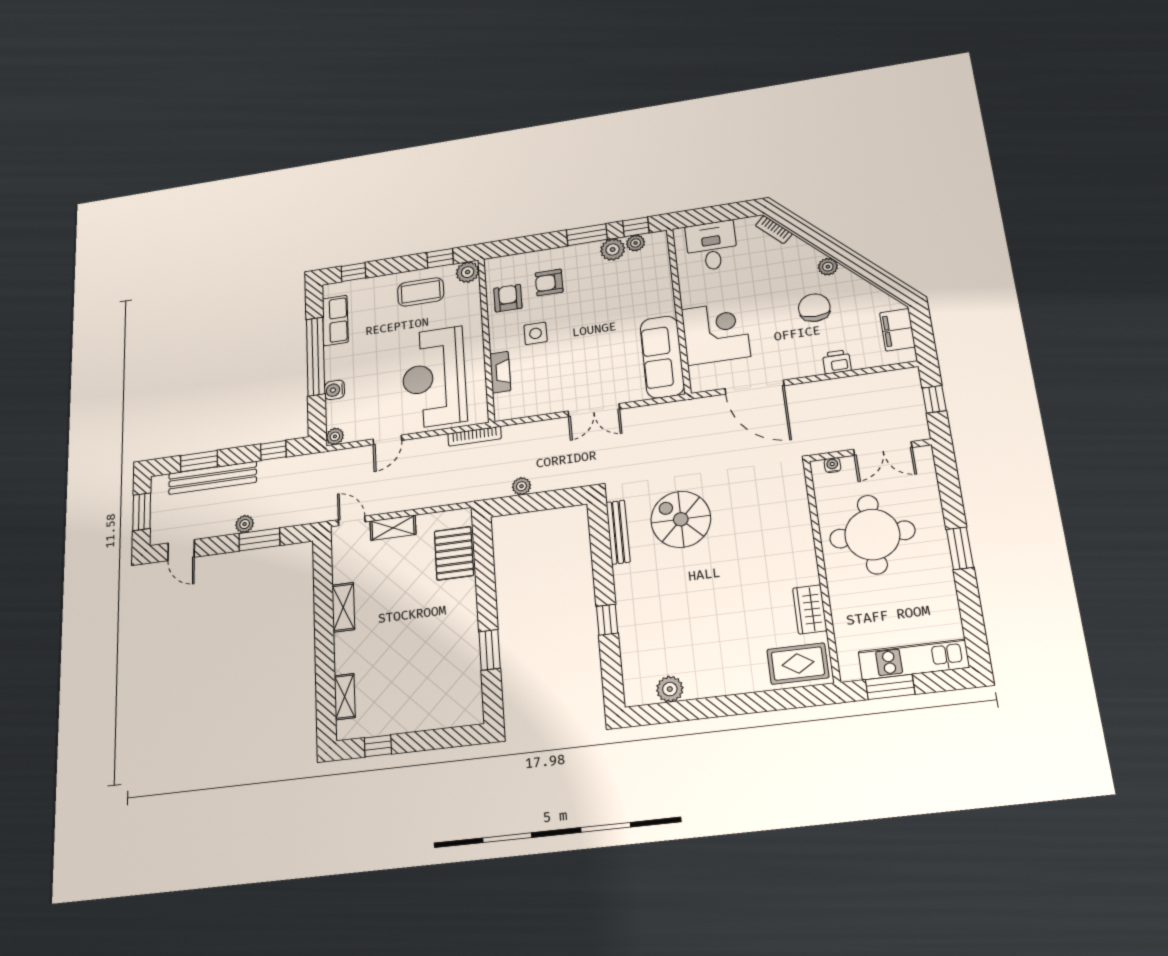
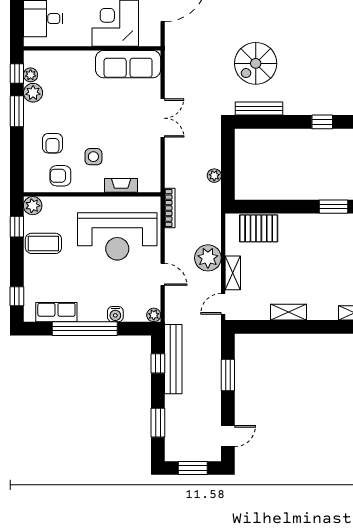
coffee table: (421, 292) -> (43, 243), turned 90
bench: (213, 478) -> (173, 359), moved
plant: (245, 524) -> (208, 258), moved, width x1.87, depth x1.87

